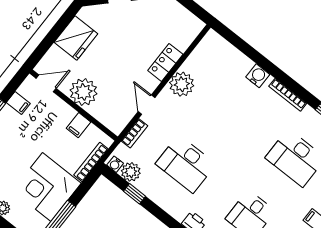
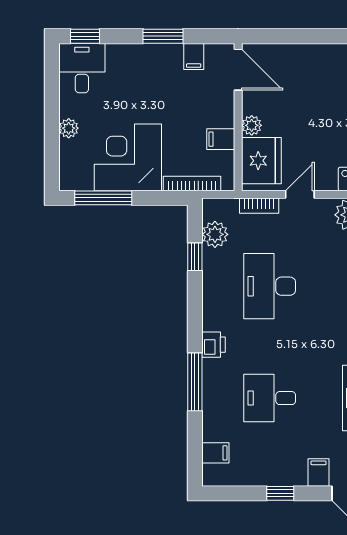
fridge: (76, 38) -> (261, 161), moved, turned -90
door: (46, 83) -> (238, 70), width x1.38
plant: (84, 92) -> (252, 125), width x0.53, depth x0.53
water cooler: (115, 164) -> (210, 211), removed

